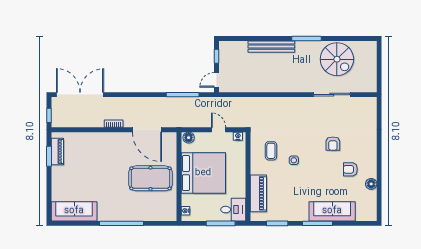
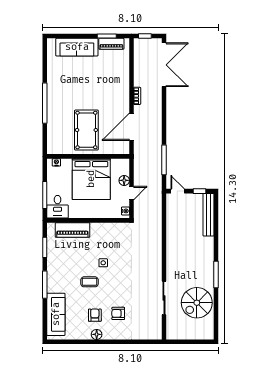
bench: (271, 47) -> (209, 215), moved
floor lamp: (189, 138) -> (124, 180), moved
armchair: (333, 144) -> (118, 313), moved
coffee table: (271, 151) -> (89, 282), moved
floor lamp: (371, 184) -> (97, 334), moved
sofa: (74, 211) -> (77, 47), moved, turned 90
sofa: (332, 211) -> (56, 314), moved

